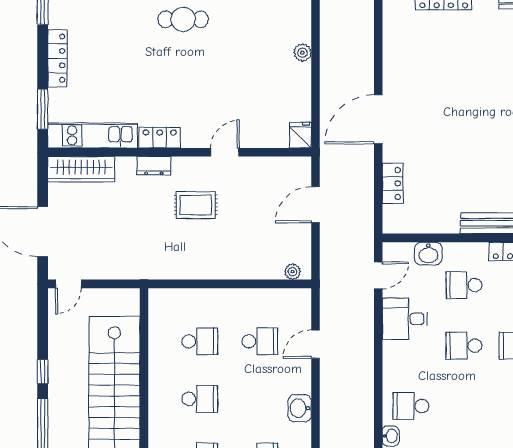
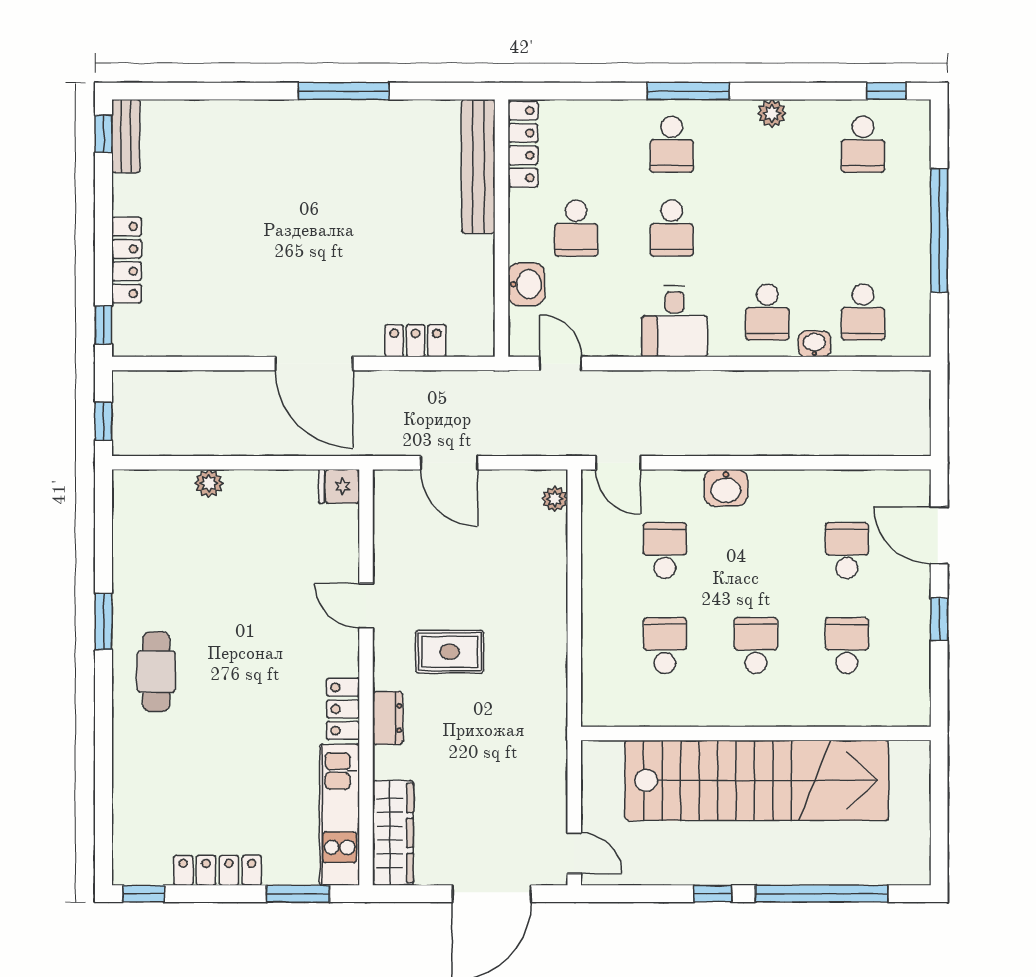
rug: (196, 205) -> (450, 652), turned 90
desk: (405, 319) -> (675, 321), moved
door: (315, 344) -> (618, 463), moved
washbasin: (300, 408) -> (726, 488), moved

